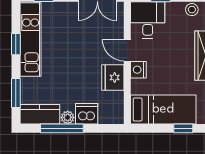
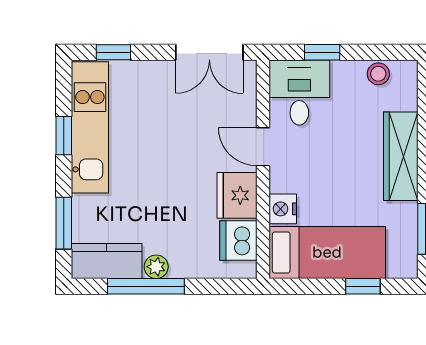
nightstand: (138, 70) -> (283, 209), moved
dishwasher: (87, 114) -> (238, 240), moved, turned -90

